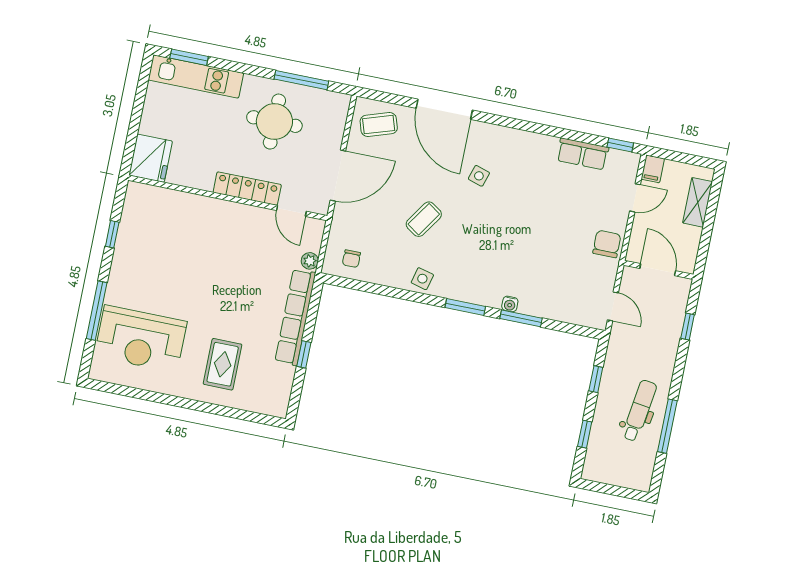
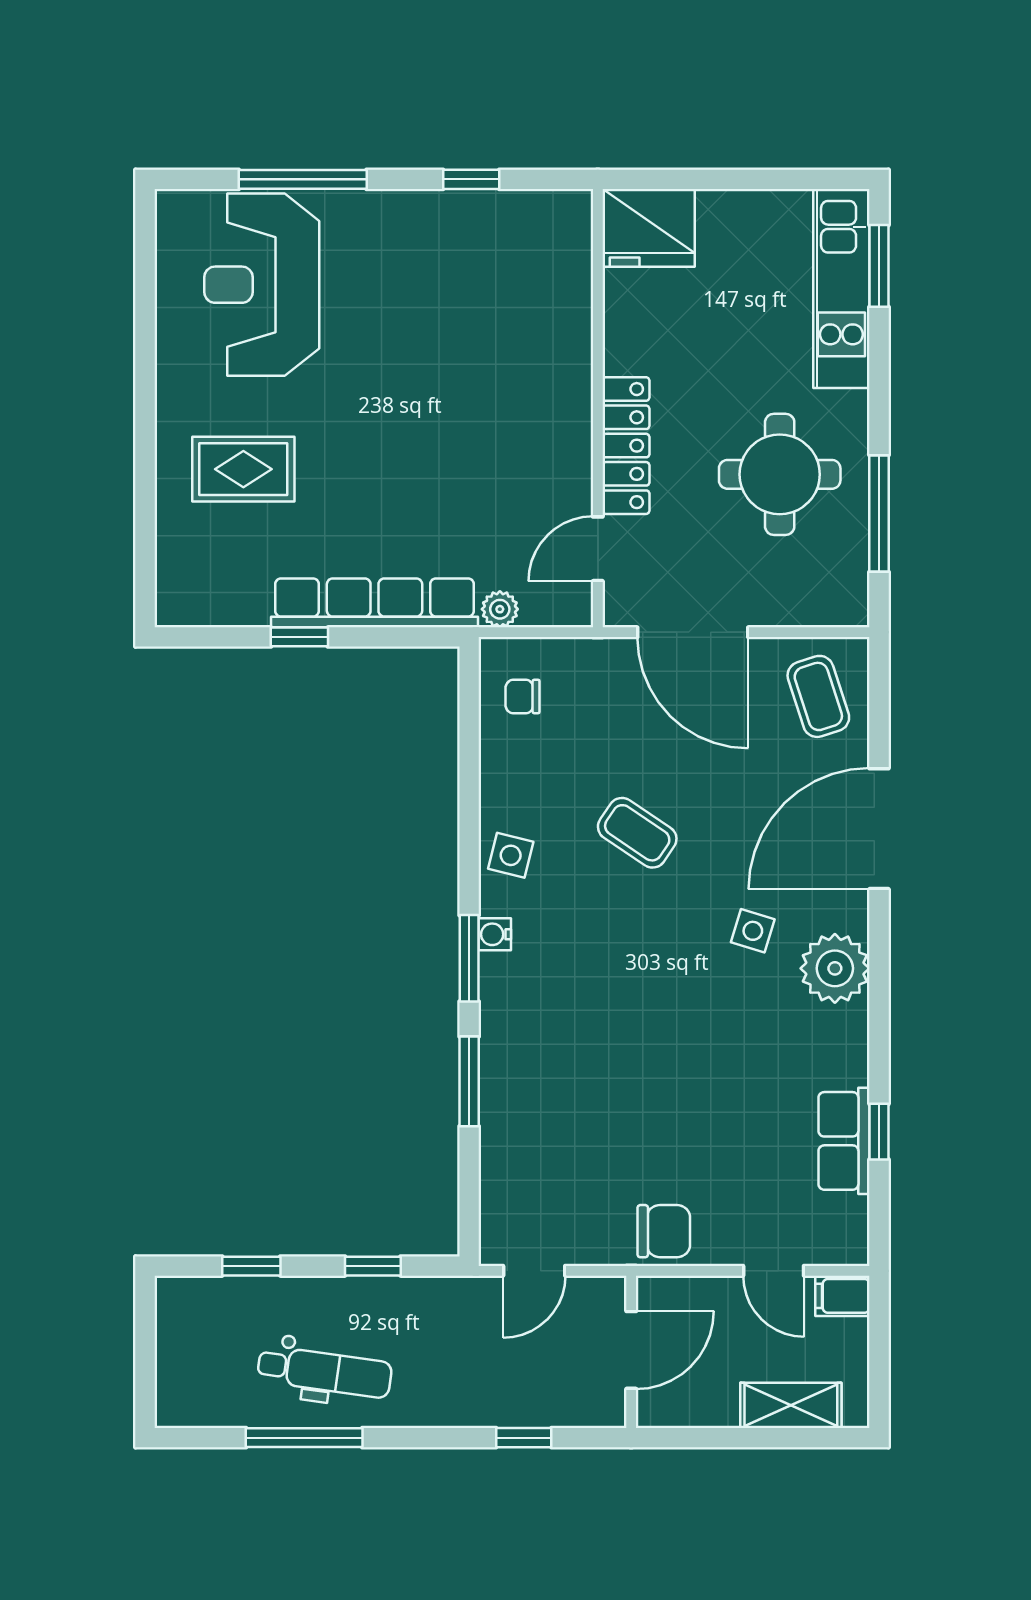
plant: (504, 142) -> (835, 968), added
window: (620, 145) -> (879, 1132), moved
water cooler: (510, 304) -> (495, 934), moved

